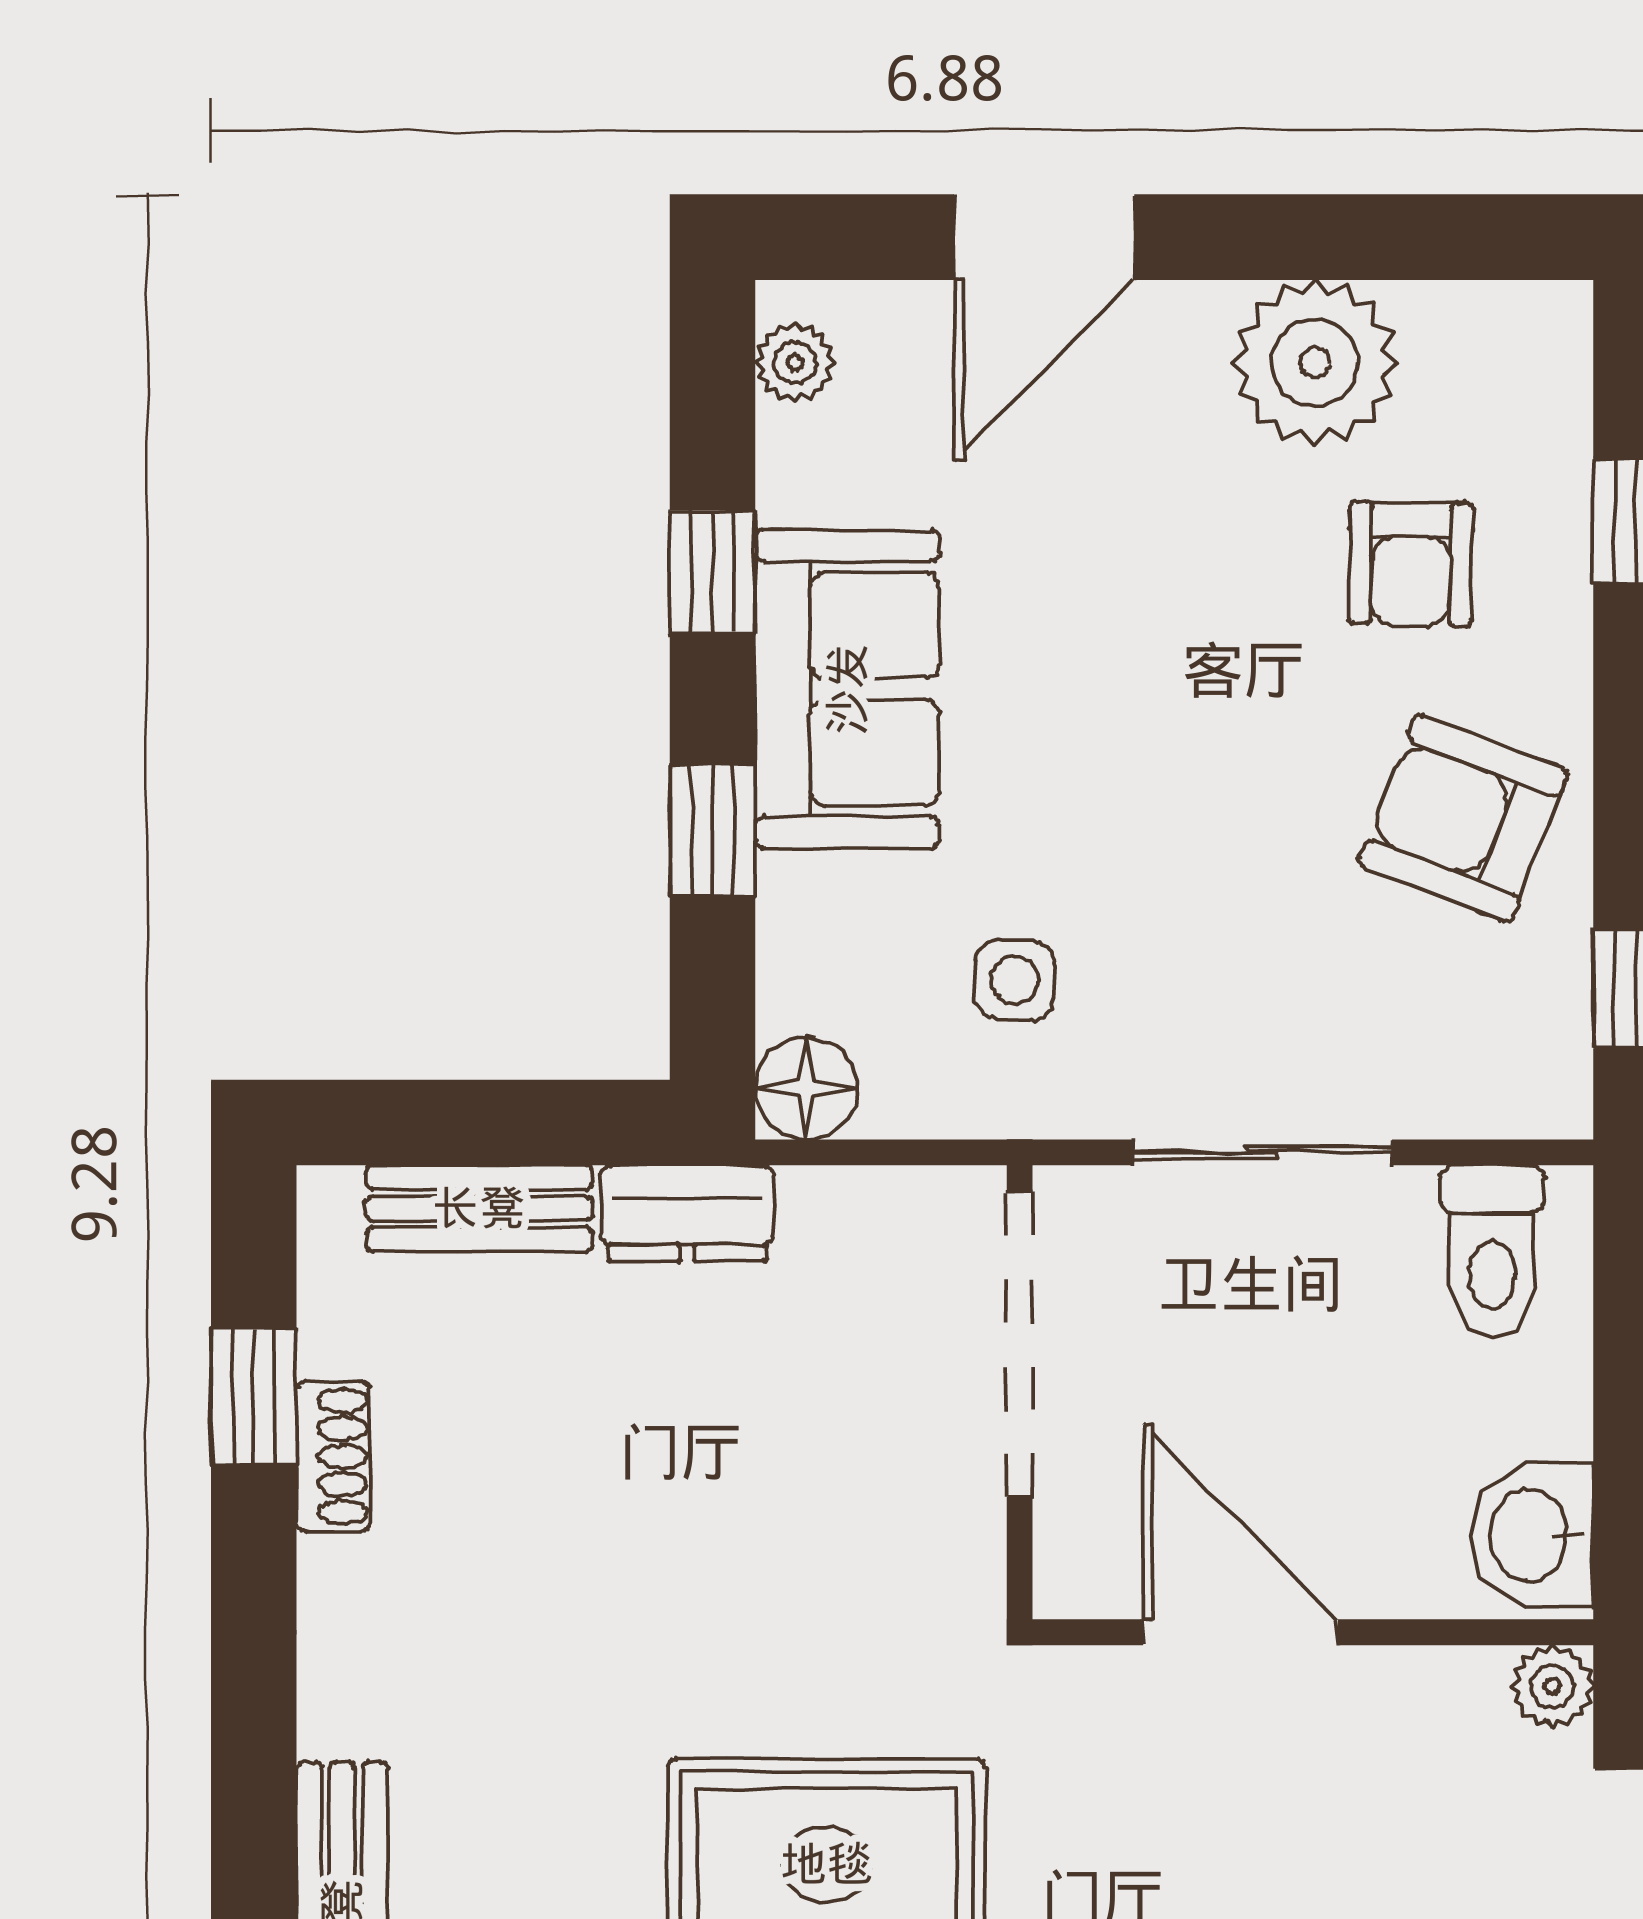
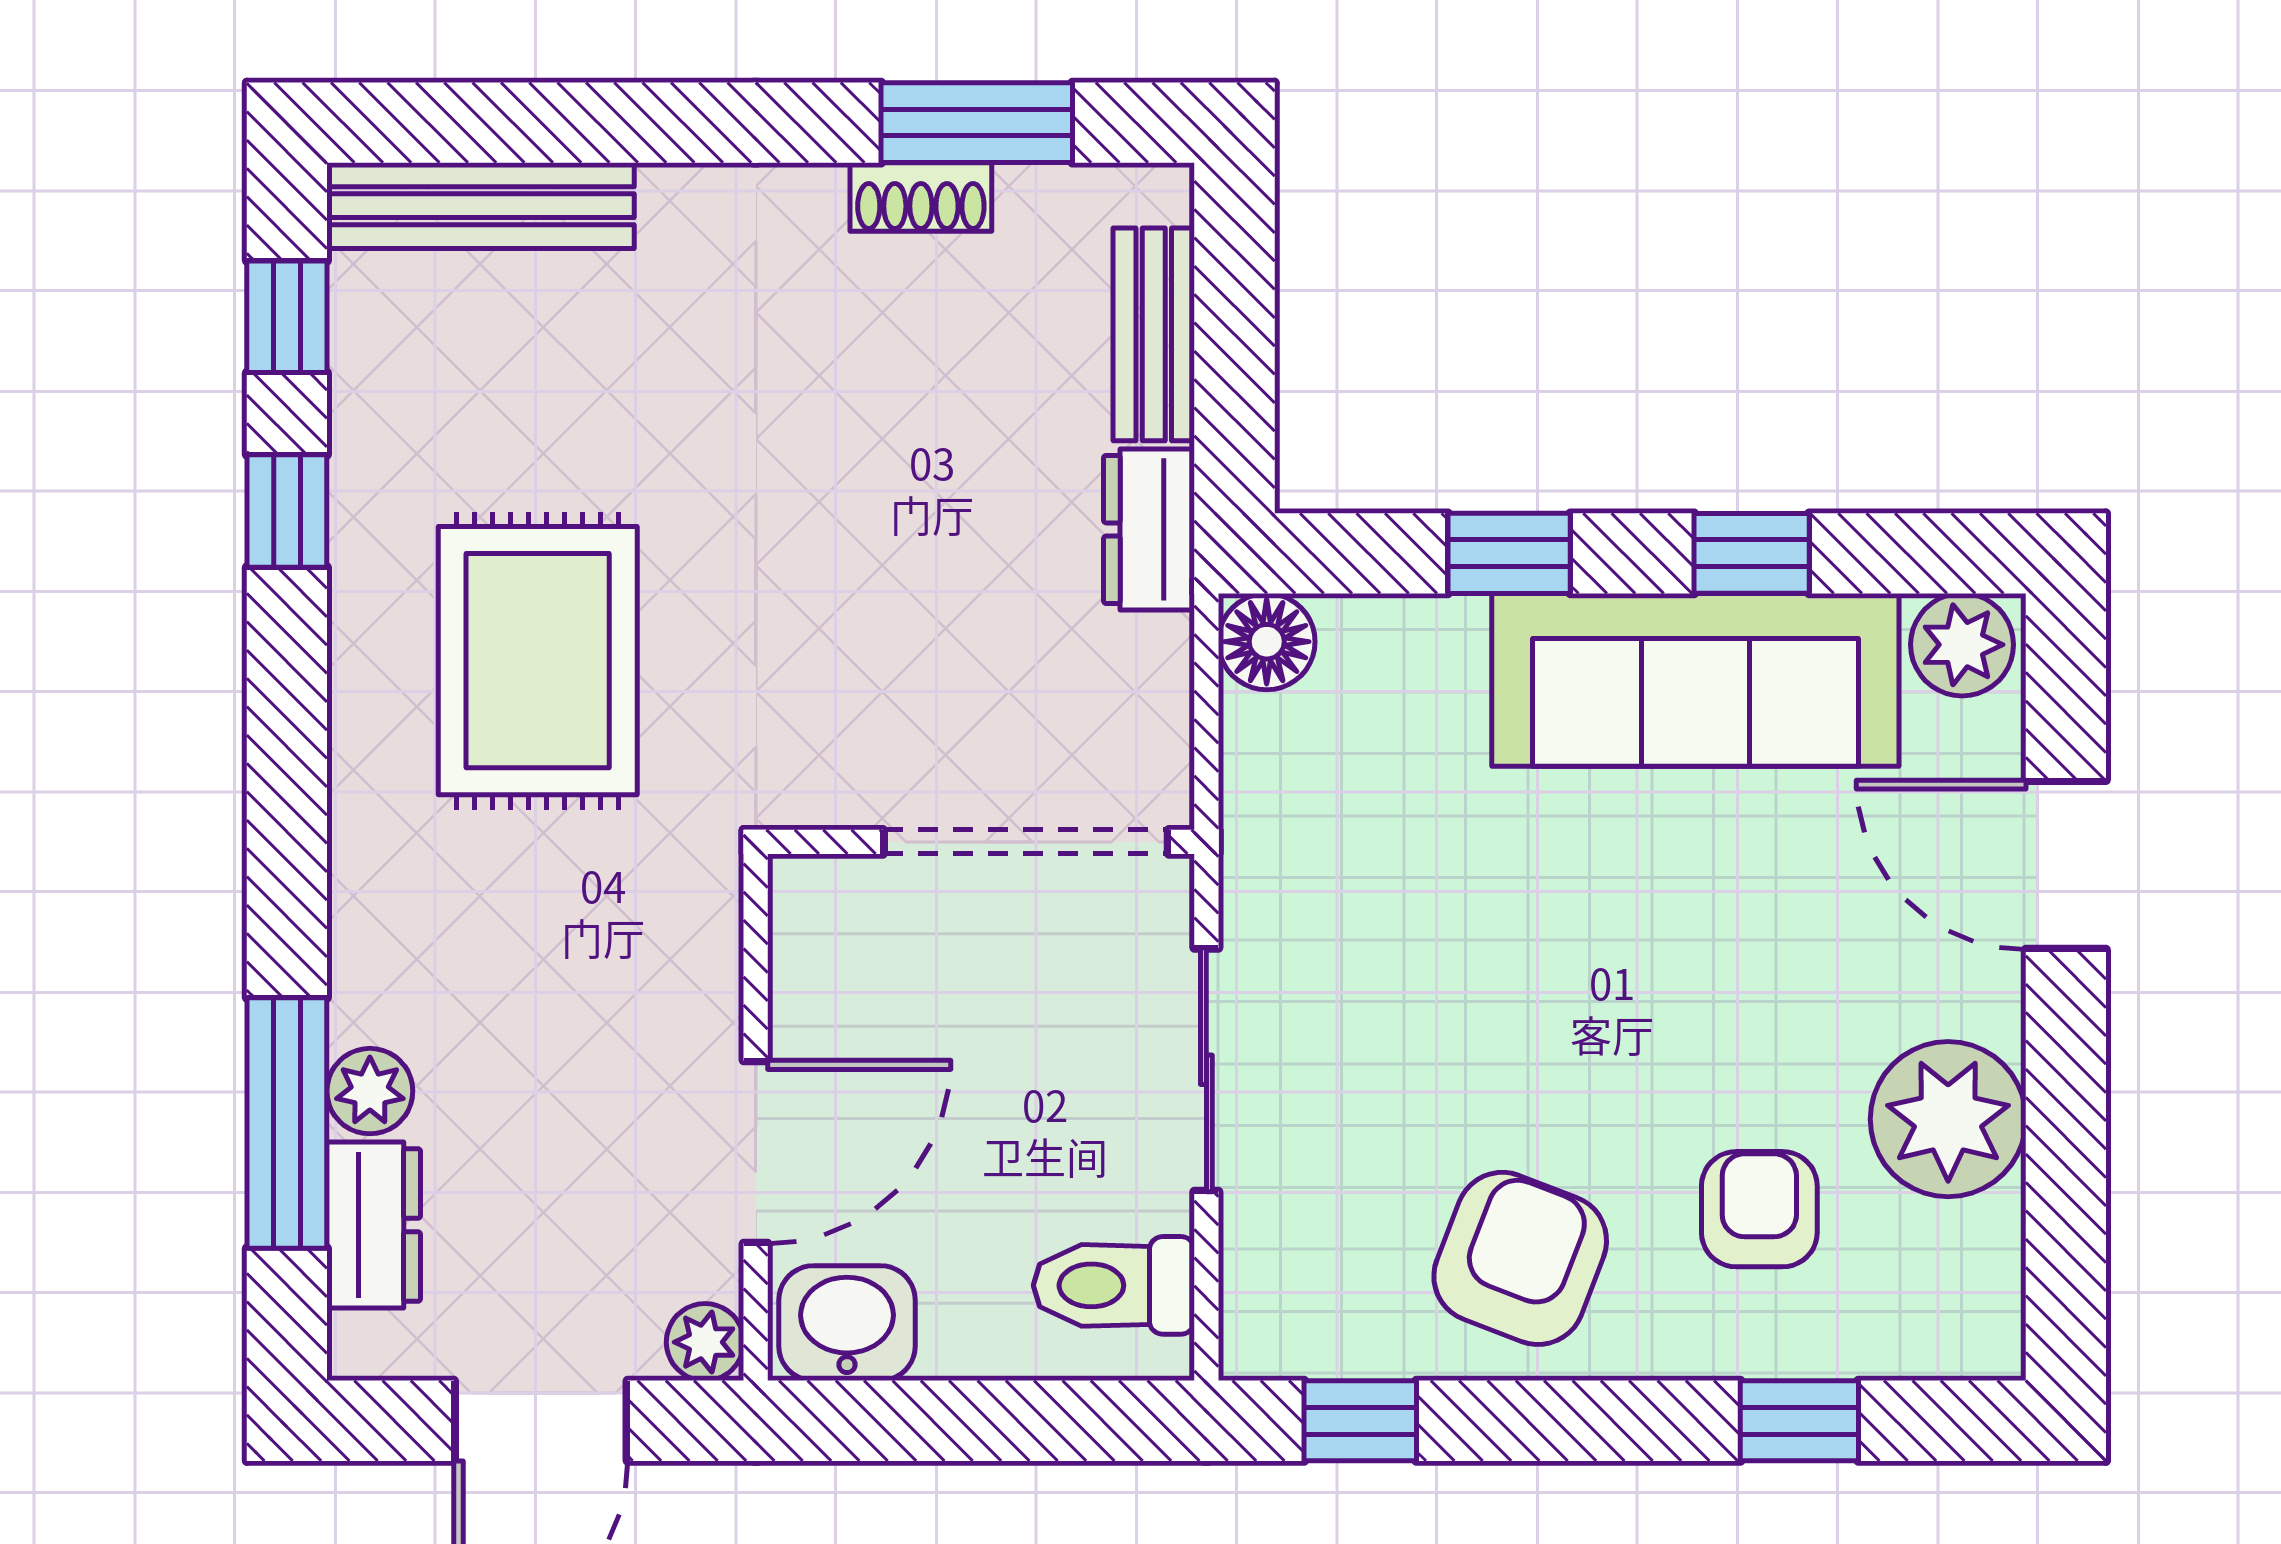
plant: (795, 363) -> (1962, 645), width x1.38, depth x1.38
armchair: (1411, 564) -> (1759, 1209), turned 89
sofa: (847, 689) -> (1695, 680), width x1.36
side table: (1015, 980) -> (1368, 837), removed
window: (254, 1397) -> (977, 123), width x1.50
door: (1241, 1632) -> (756, 1152), moved

